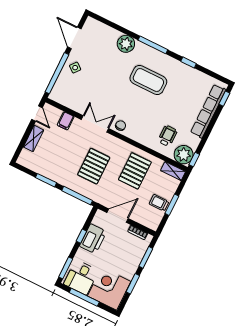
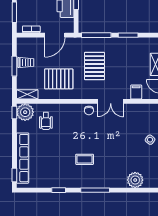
plant: (126, 44) -> (135, 180), moved
coffee table: (148, 80) -> (85, 159), width x0.54, depth x0.58
pallet: (135, 171) -> (59, 79), turned 90

